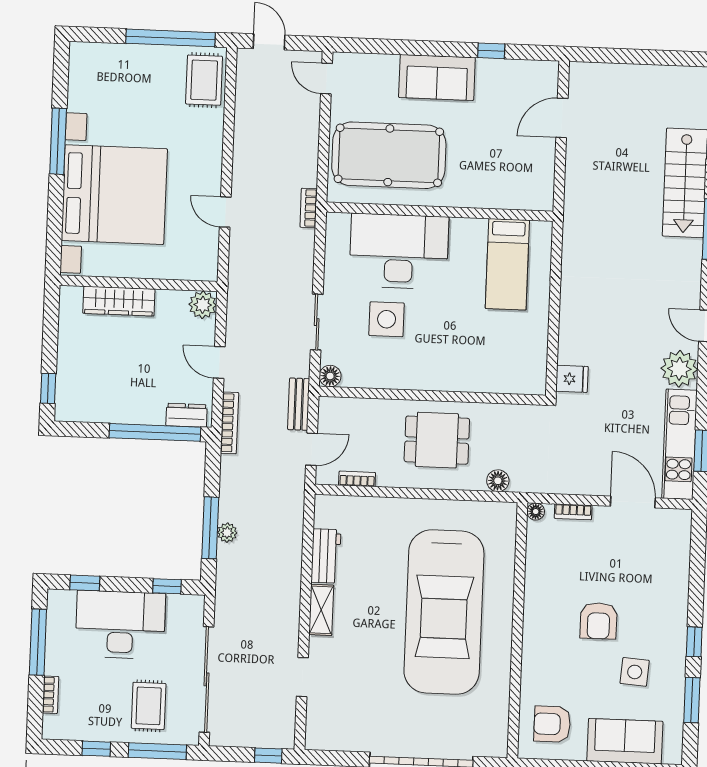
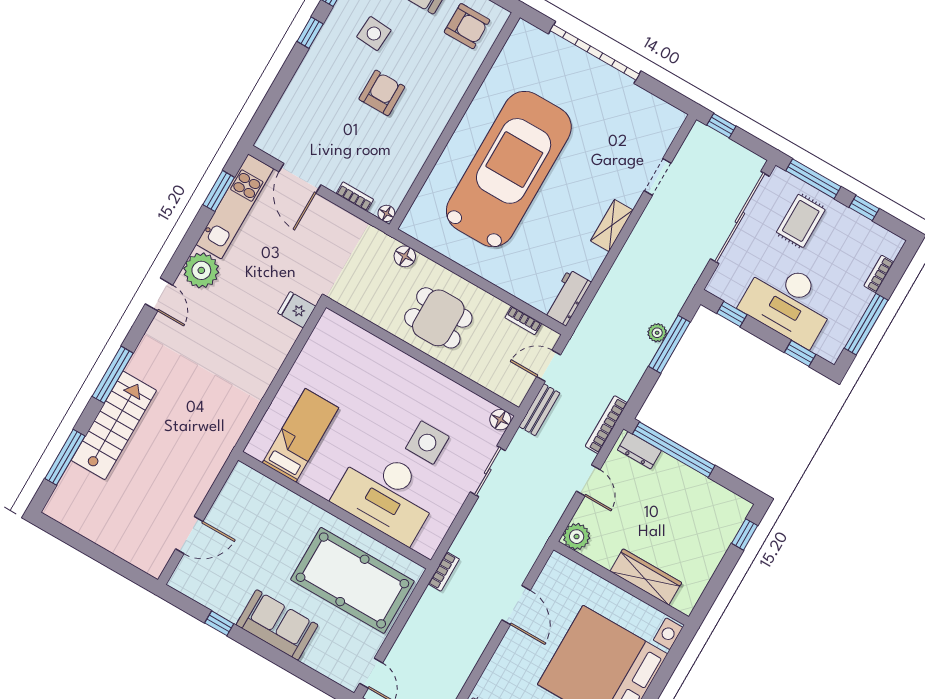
door: (225, 212) -> (516, 605), width x1.38
workbench: (326, 556) -> (567, 298), moved

